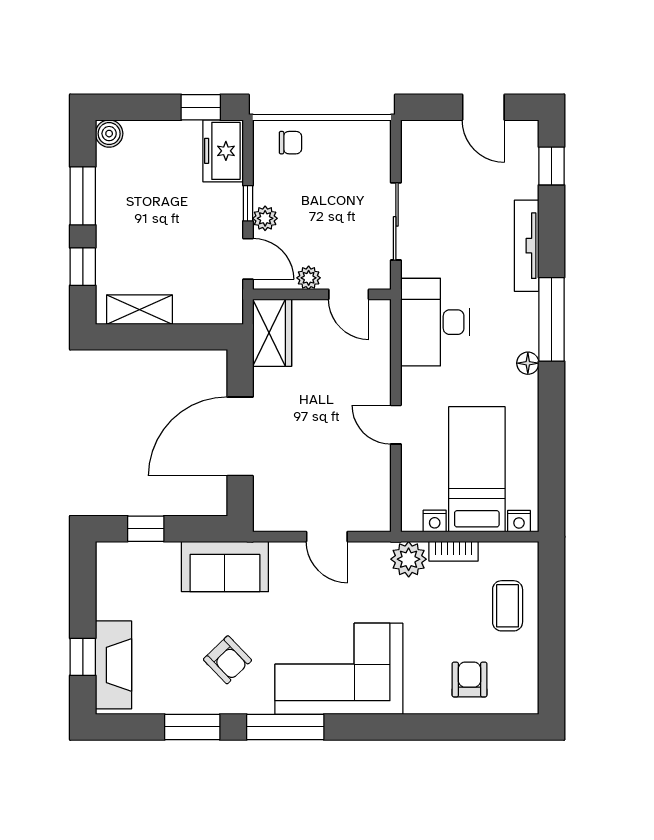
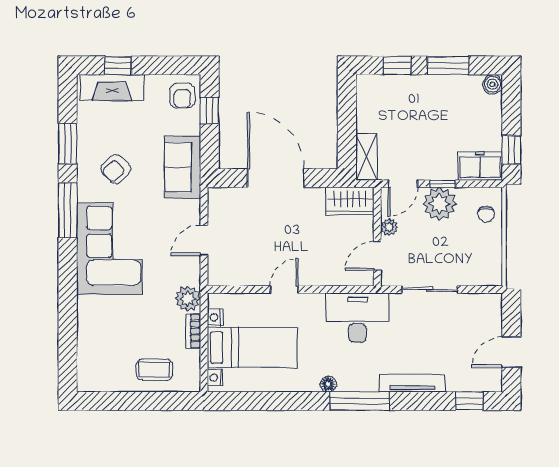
plant: (265, 218) -> (440, 204), width x1.88, depth x1.88
shelving: (139, 310) -> (367, 157), moved
armchair: (469, 680) -> (182, 96), moved, turned 90

